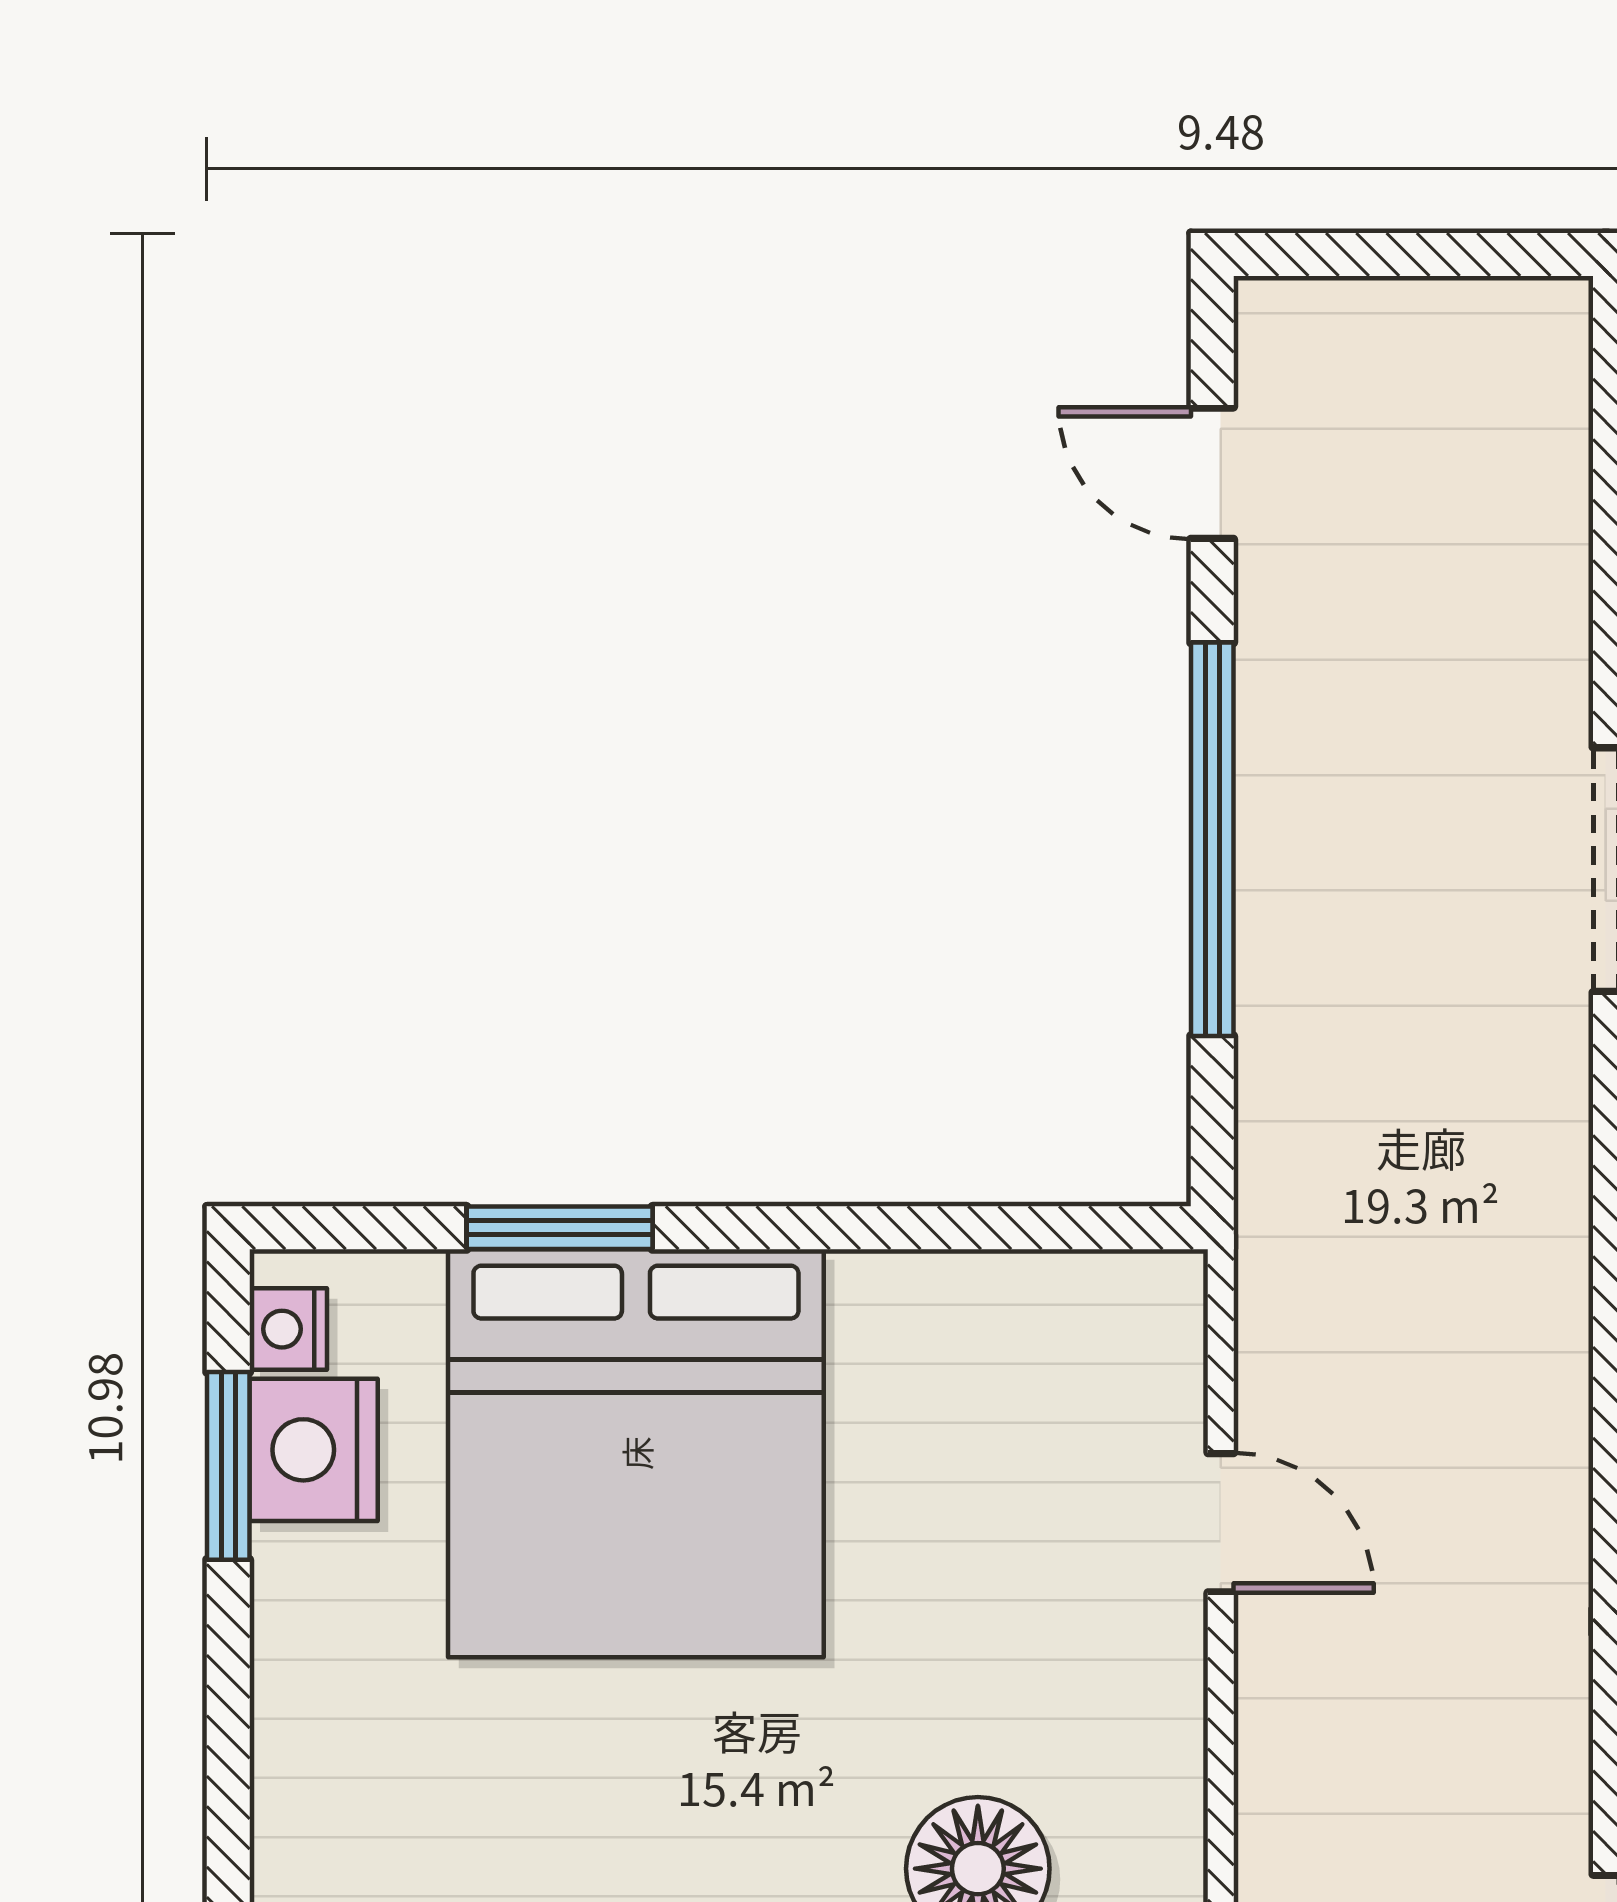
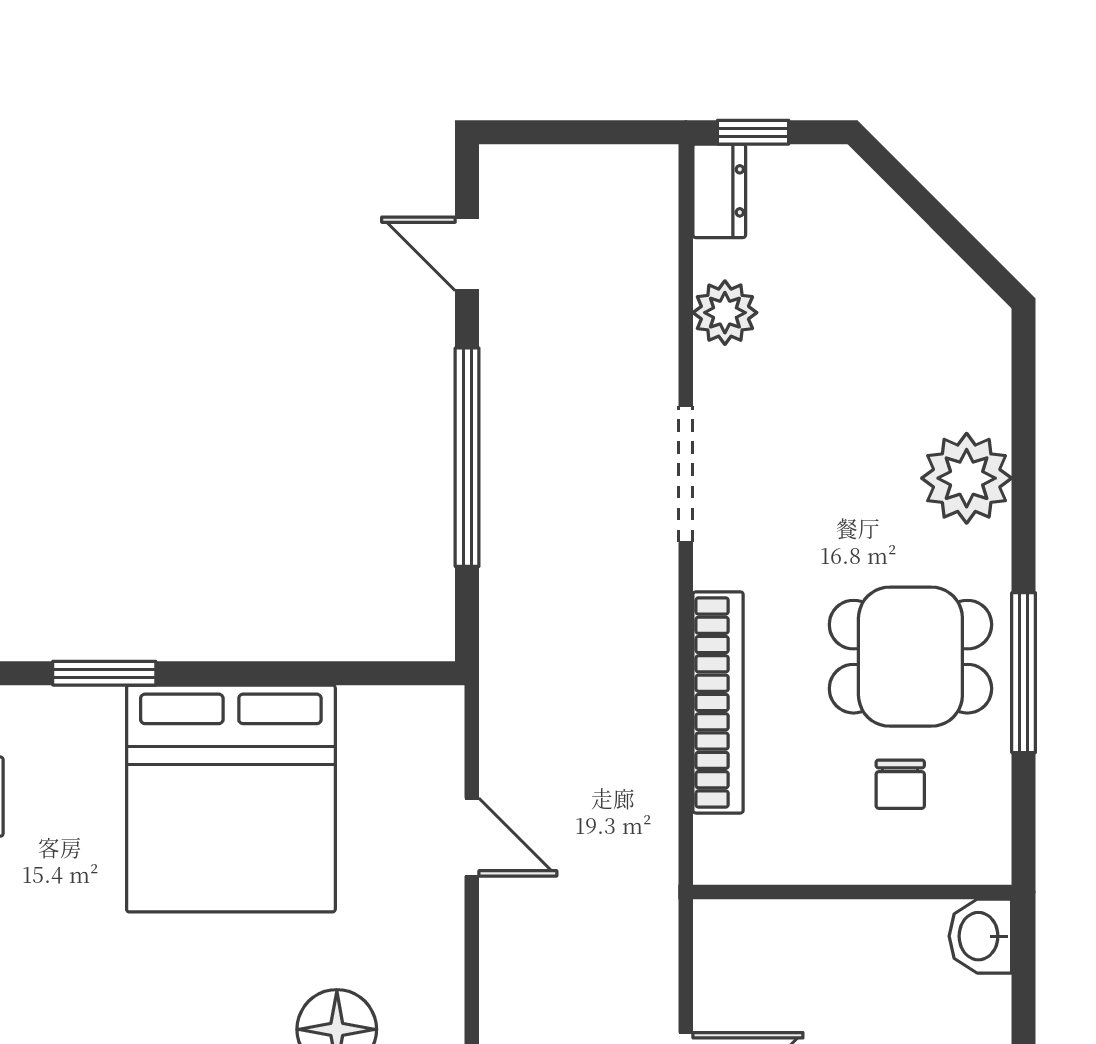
bed: (636, 1453) -> (231, 799), moved

